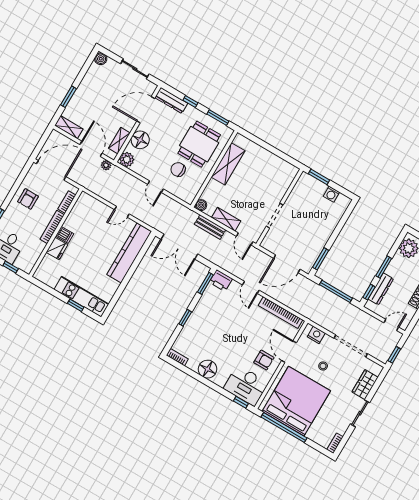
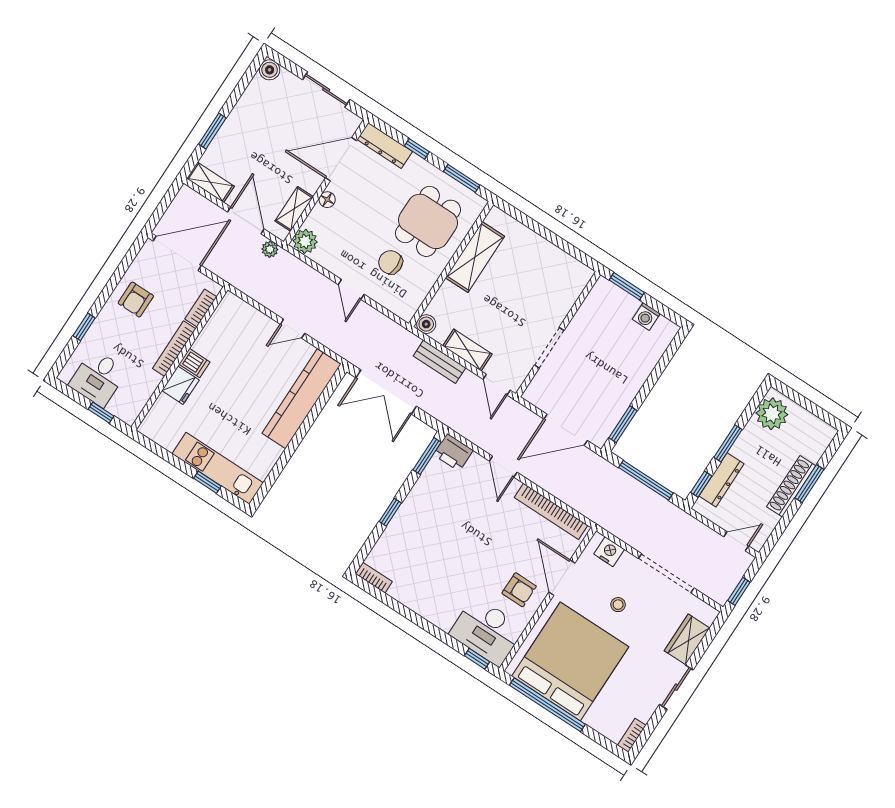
floor lamp: (140, 140) -> (327, 200), width x0.53, depth x0.53
floor lamp: (207, 369) -> (424, 600), removed

